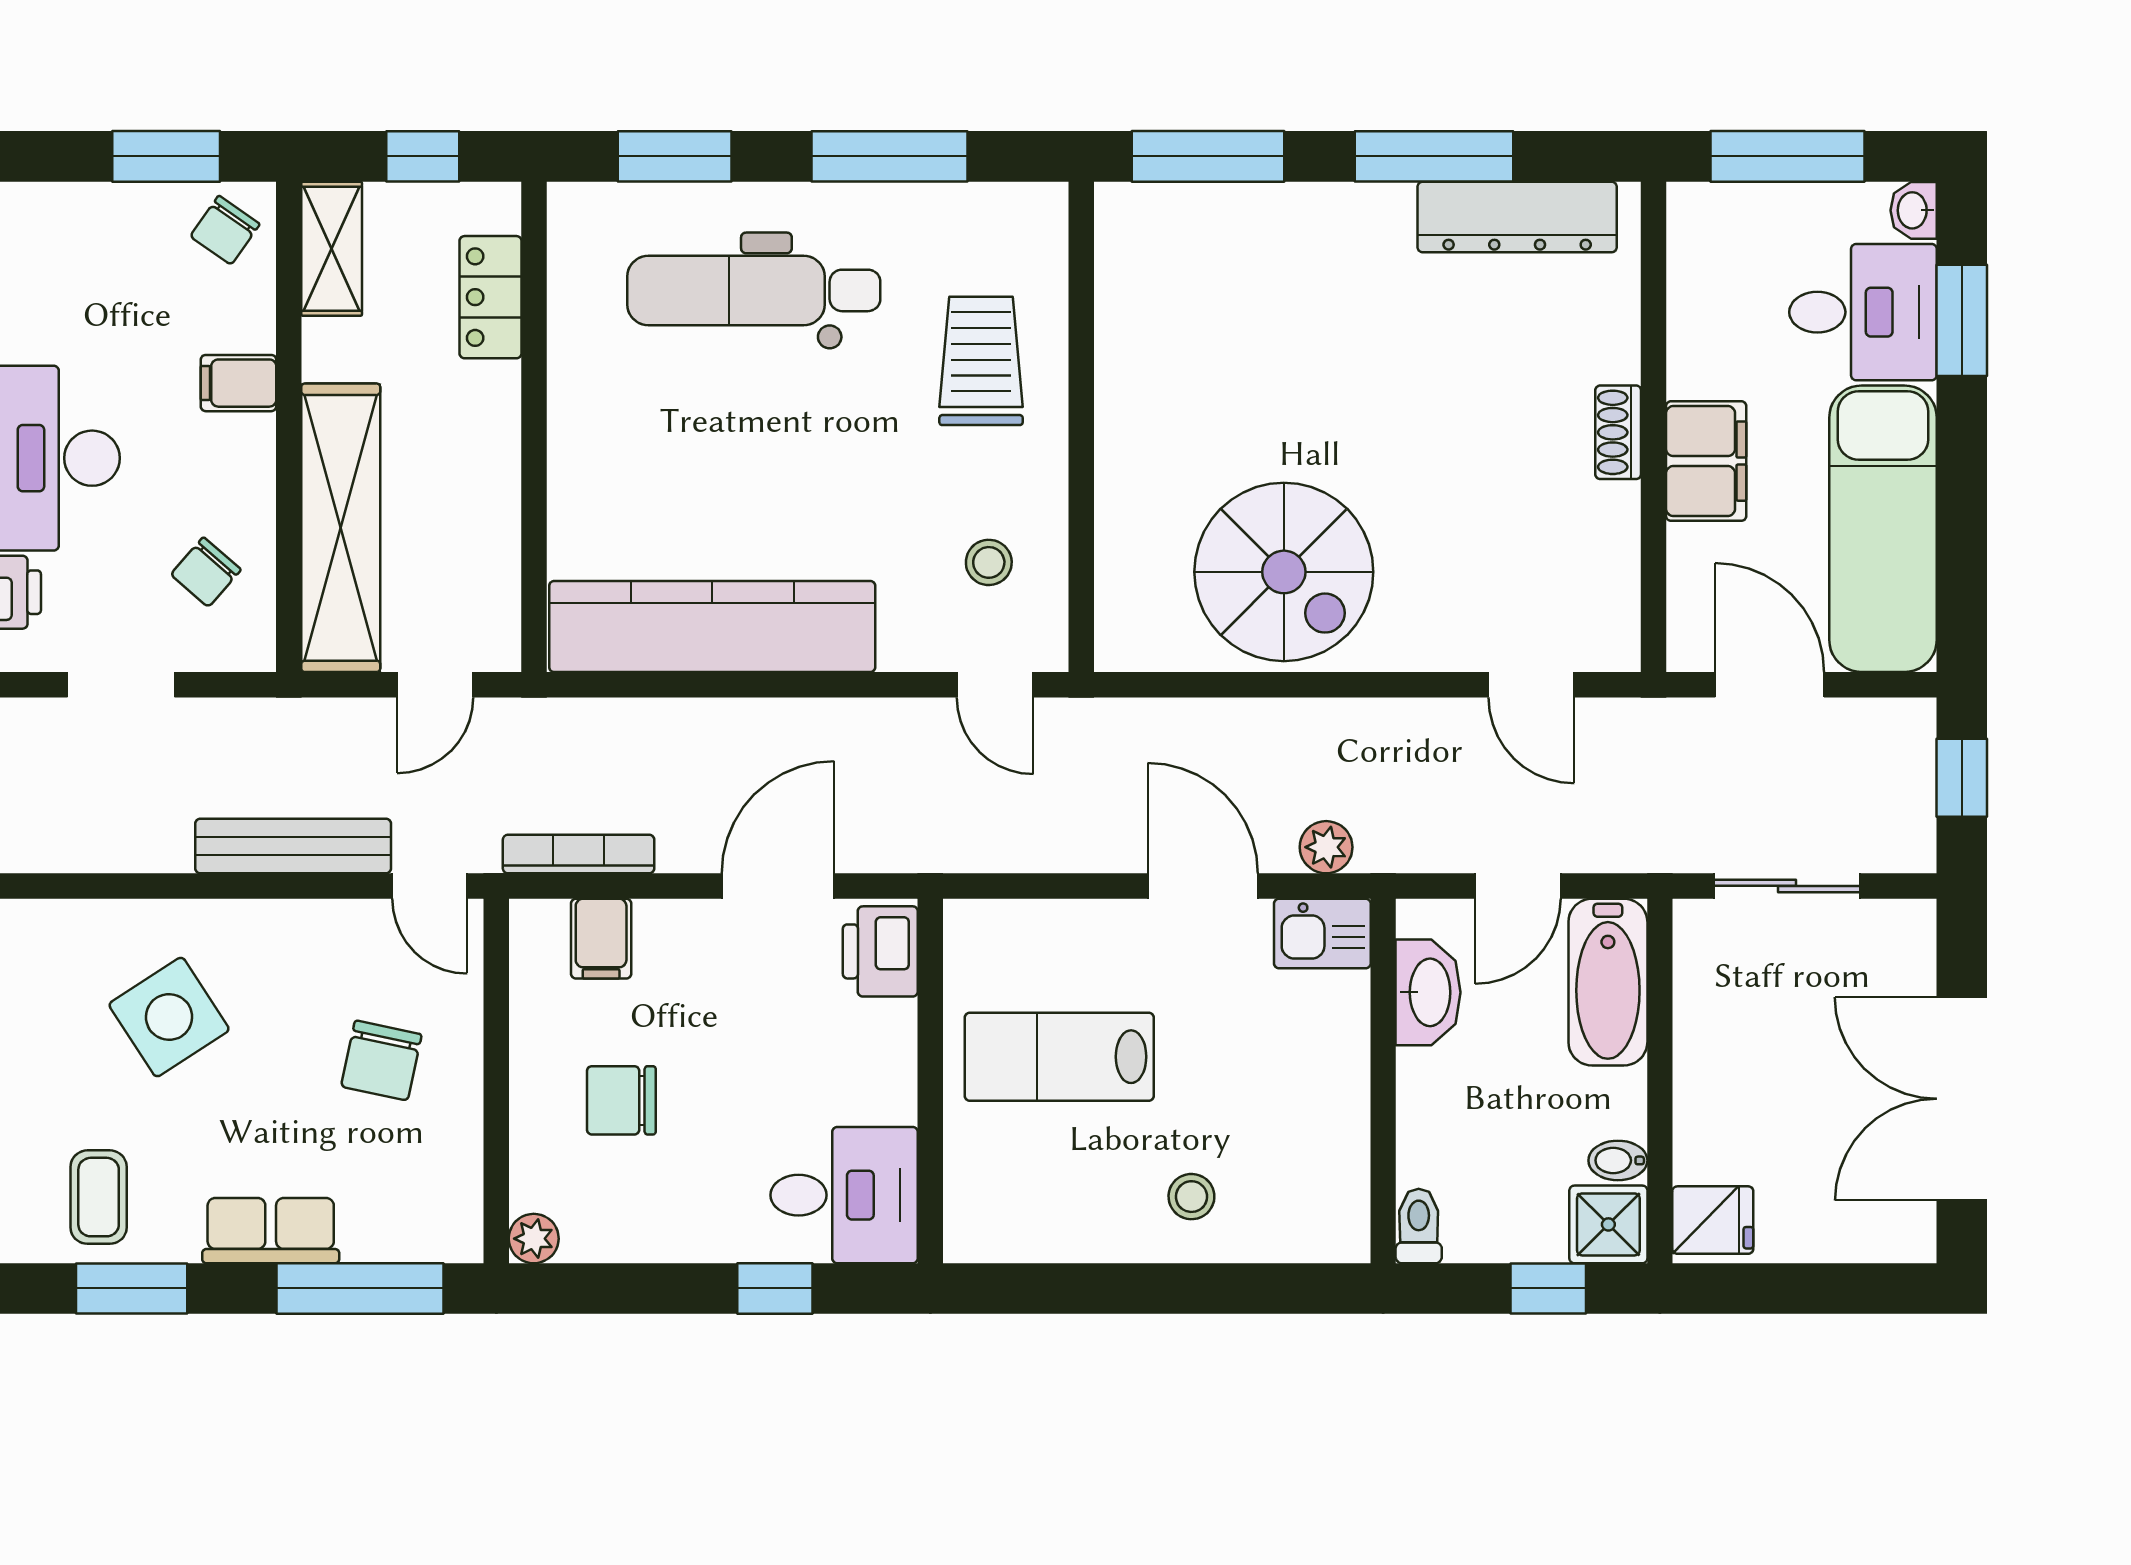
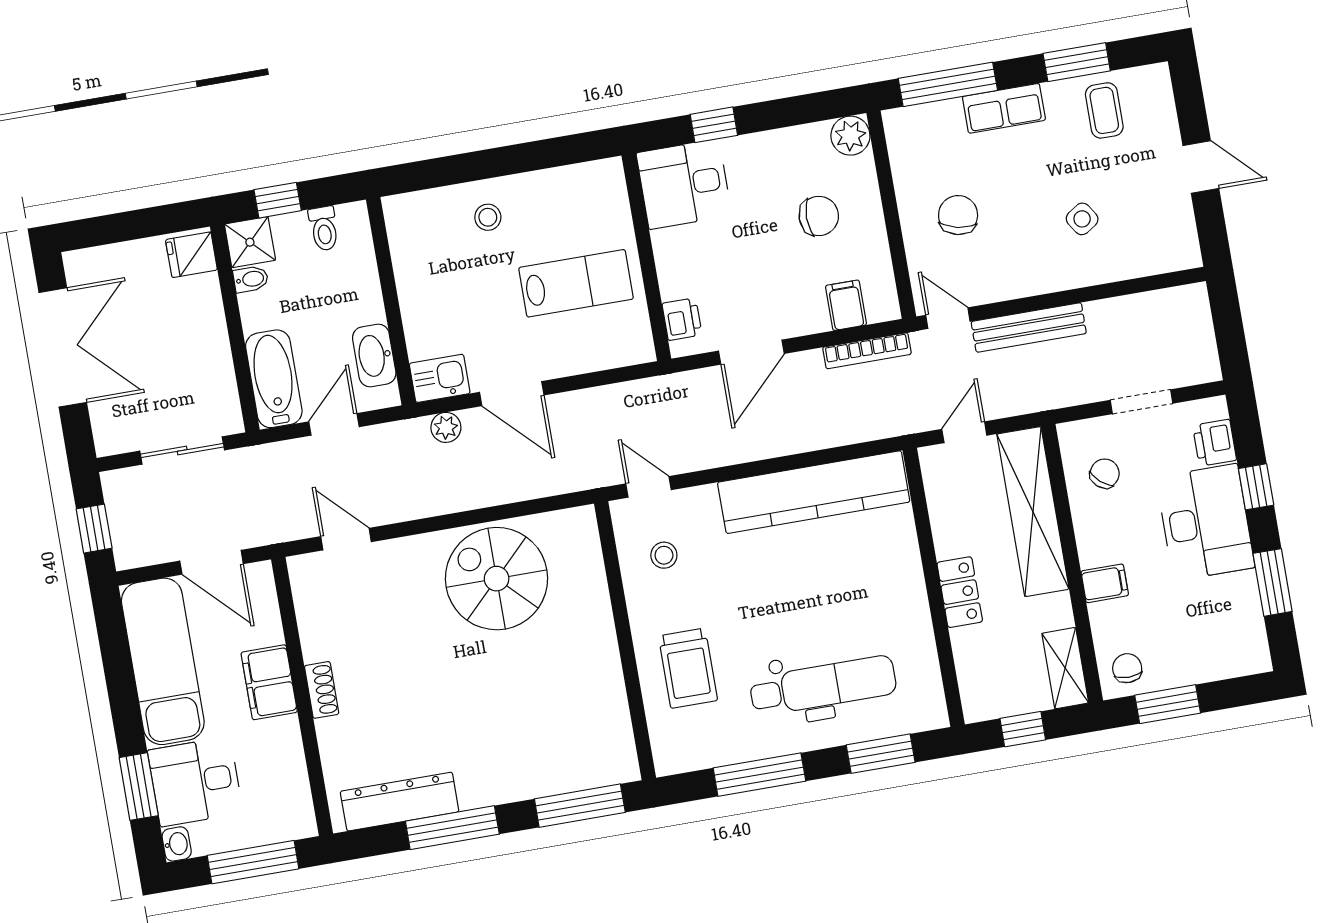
chair: (225, 230) -> (1127, 668), turned -35
locker: (491, 297) -> (960, 592), moved
printer: (880, 951) -> (682, 319), width x0.73, depth x0.81
side table: (169, 1017) -> (1082, 219), width x0.54, depth x0.54
toilet: (1419, 1226) -> (324, 229), moved
plant: (534, 1239) -> (850, 136), width x1.38, depth x1.38

